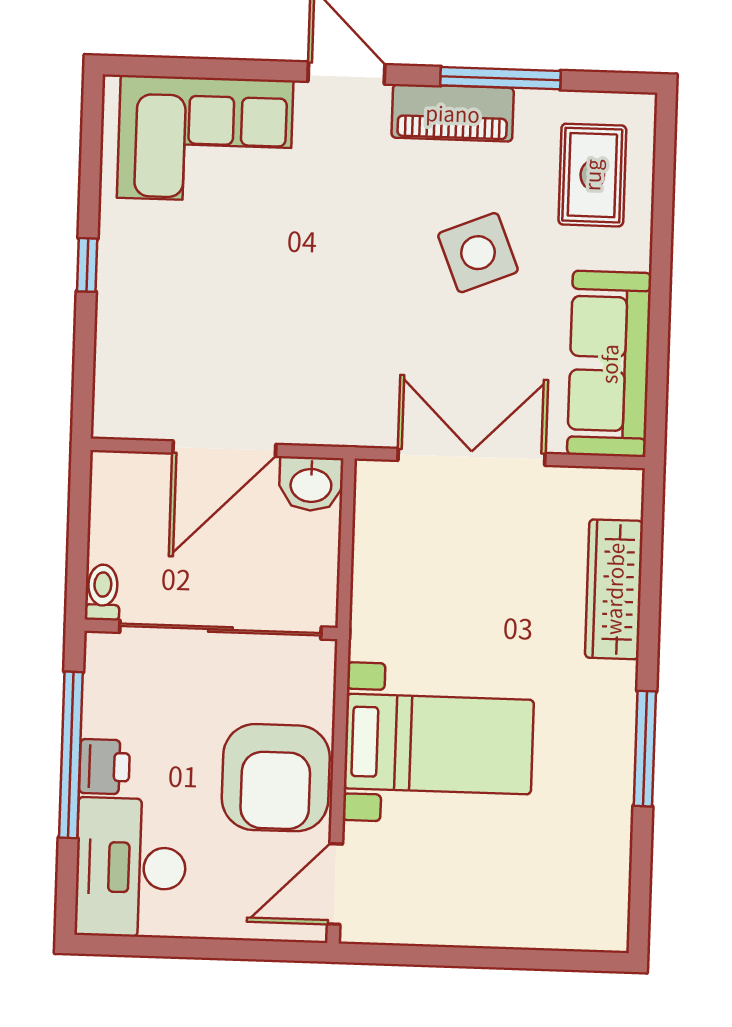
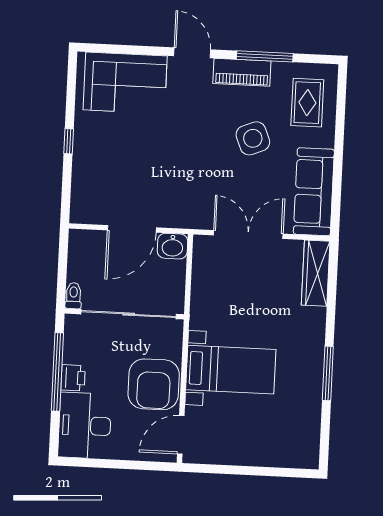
wardrobe: (614, 589) -> (316, 273), moved

